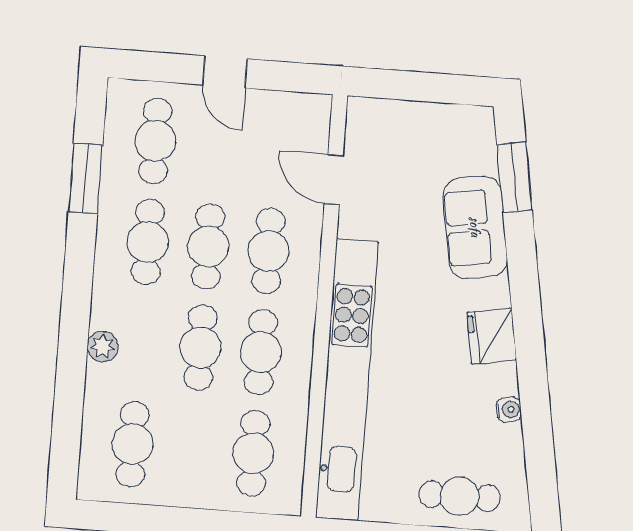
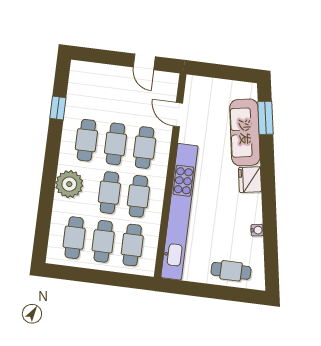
door: (225, 72) -> (144, 62), moved
cafe table: (155, 141) -> (103, 241), moved
window: (85, 179) -> (58, 108), width x0.67
sofa: (475, 227) -> (245, 132), width x1.36
fridge: (492, 336) -> (250, 180), moved
plant: (103, 347) -> (69, 184), width x1.87, depth x1.87

